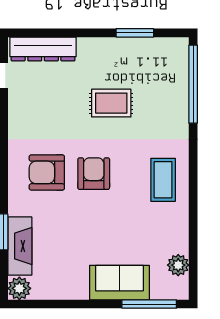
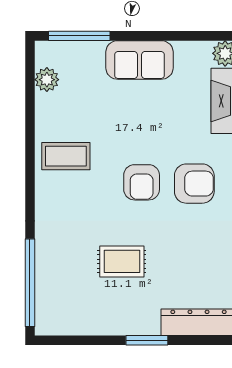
window: (135, 33) -> (147, 340), moved
coffee table: (163, 180) -> (66, 156), moved, turned 90
sofa: (119, 283) -> (139, 60), moved

